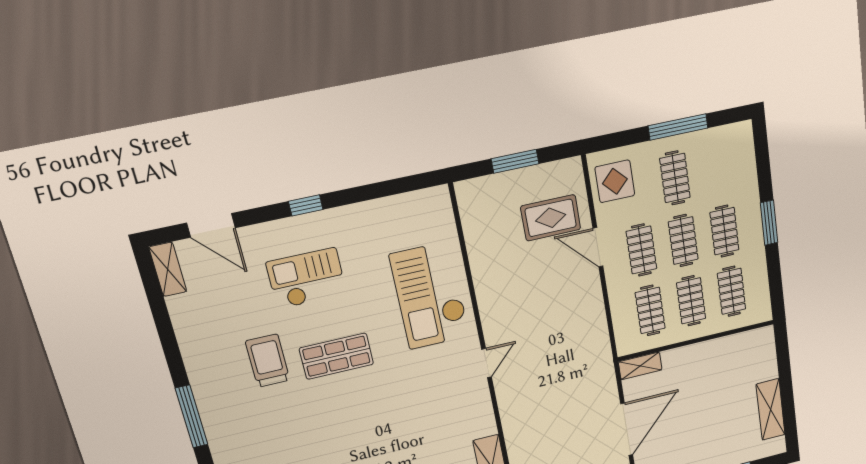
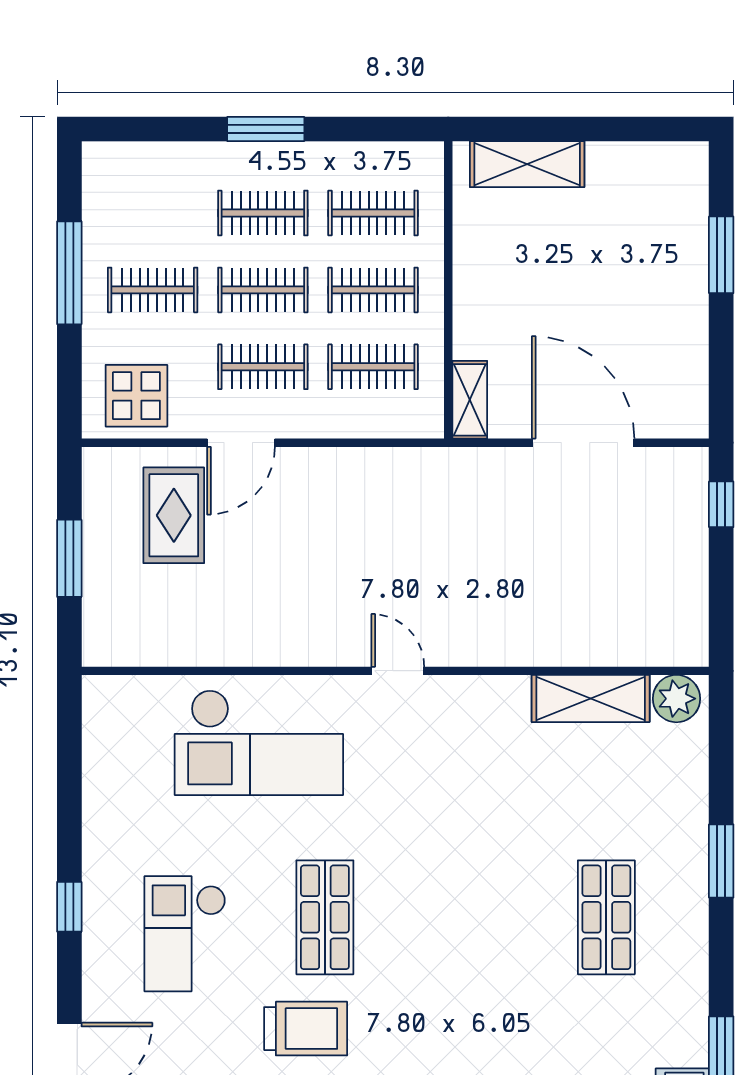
trolley: (268, 361) -> (306, 1029), turned 180
shelving: (771, 409) -> (527, 164), moved

